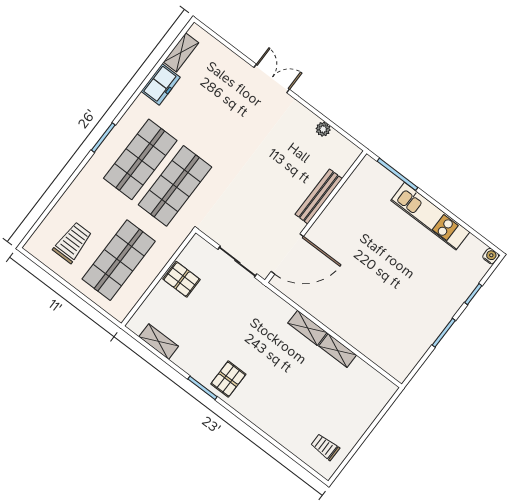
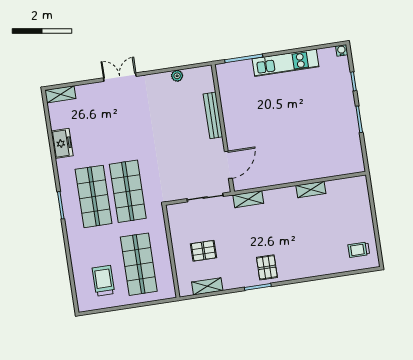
shelving: (181, 52) -> (60, 94), moved, turned 90
door: (287, 254) -> (228, 165), width x0.73
pallet: (182, 279) -> (203, 251), moved
shelving: (307, 328) -> (248, 199), moved

